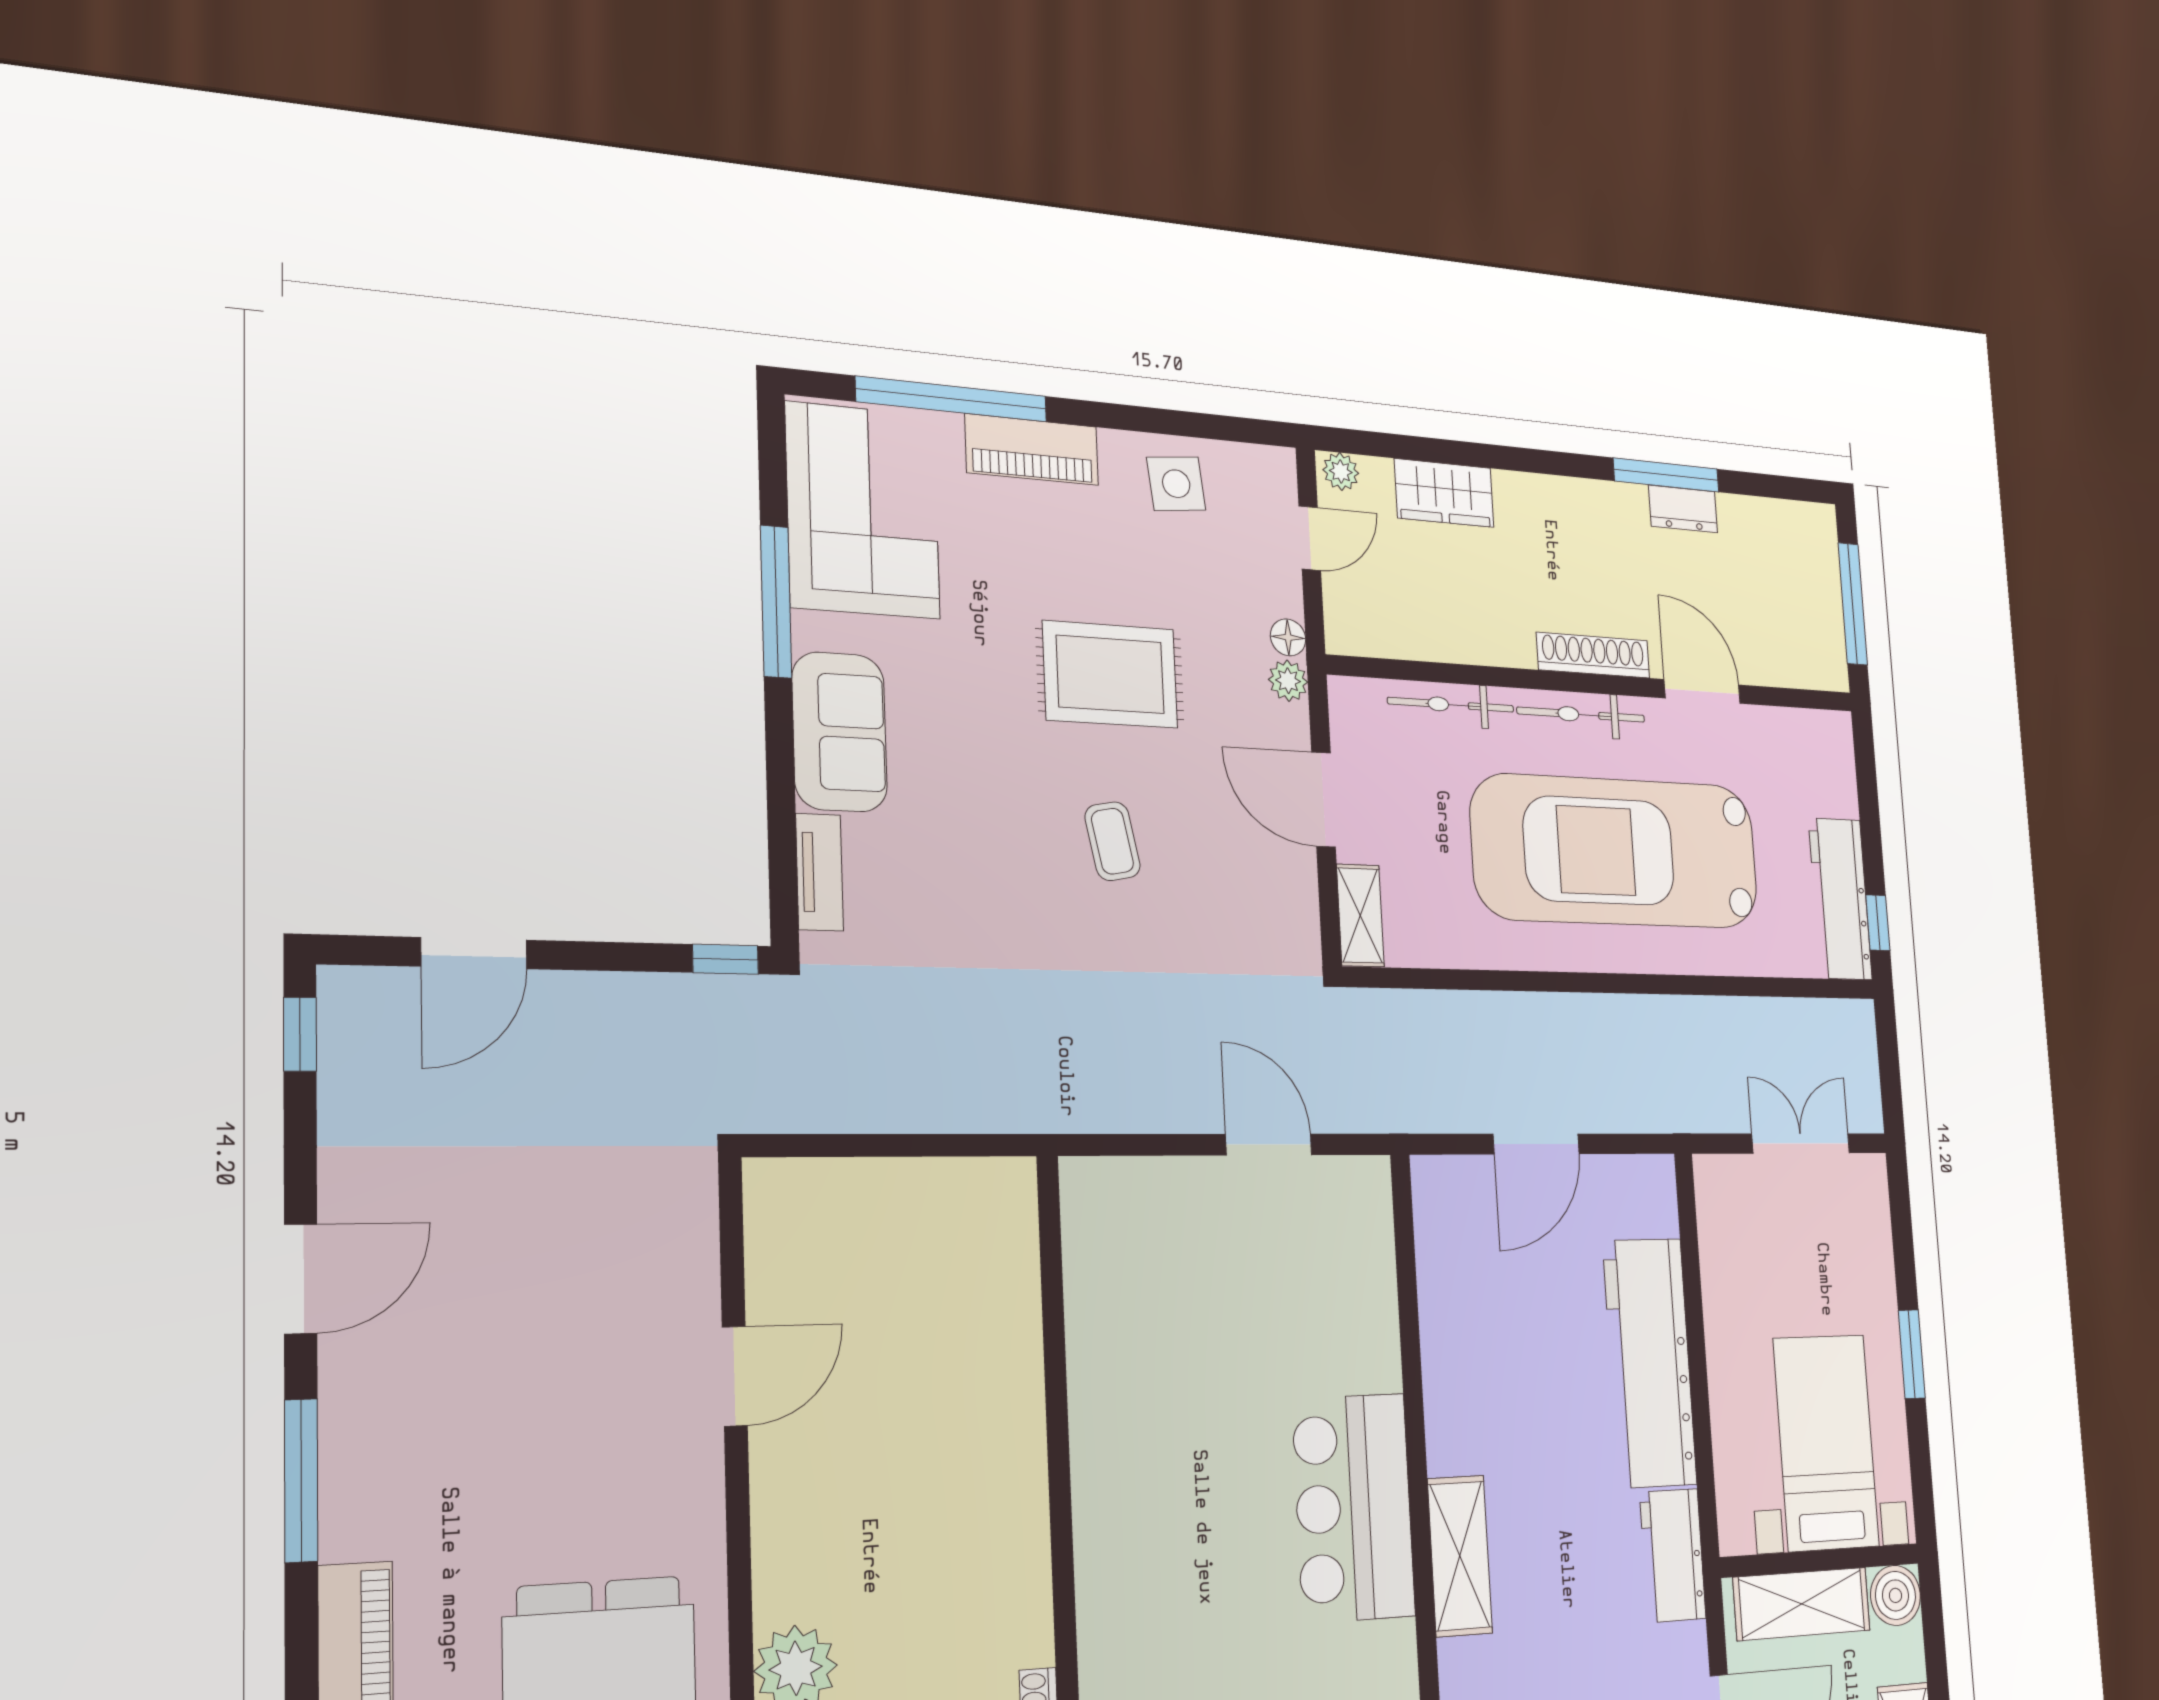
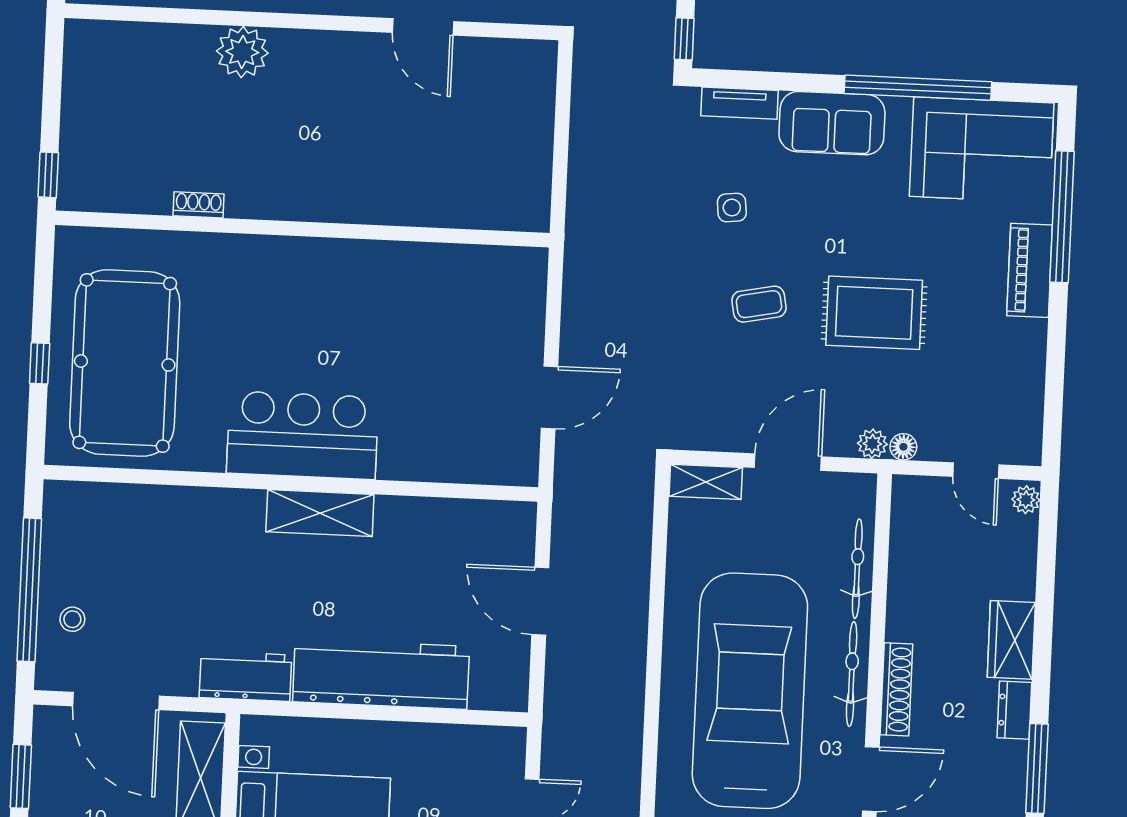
side table: (1176, 484) -> (732, 208), moved, width x0.73, depth x0.73
wardrobe: (1444, 493) -> (1011, 640), moved
dresser: (1683, 509) -> (1014, 710), moved
window: (776, 602) -> (918, 88), width x1.46
rug: (1110, 674) -> (874, 313), turned 90
shelving: (1460, 1556) -> (320, 513), moved

